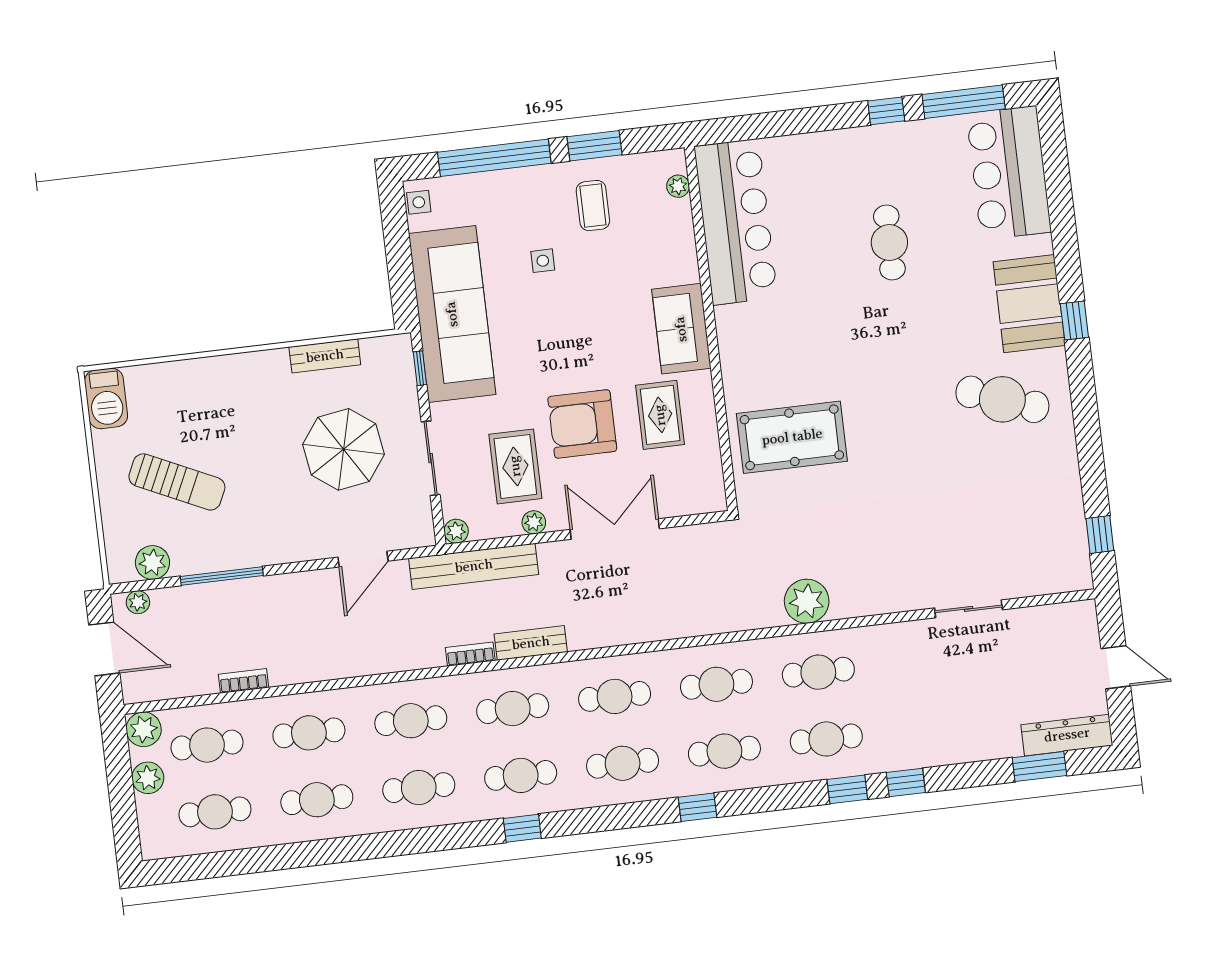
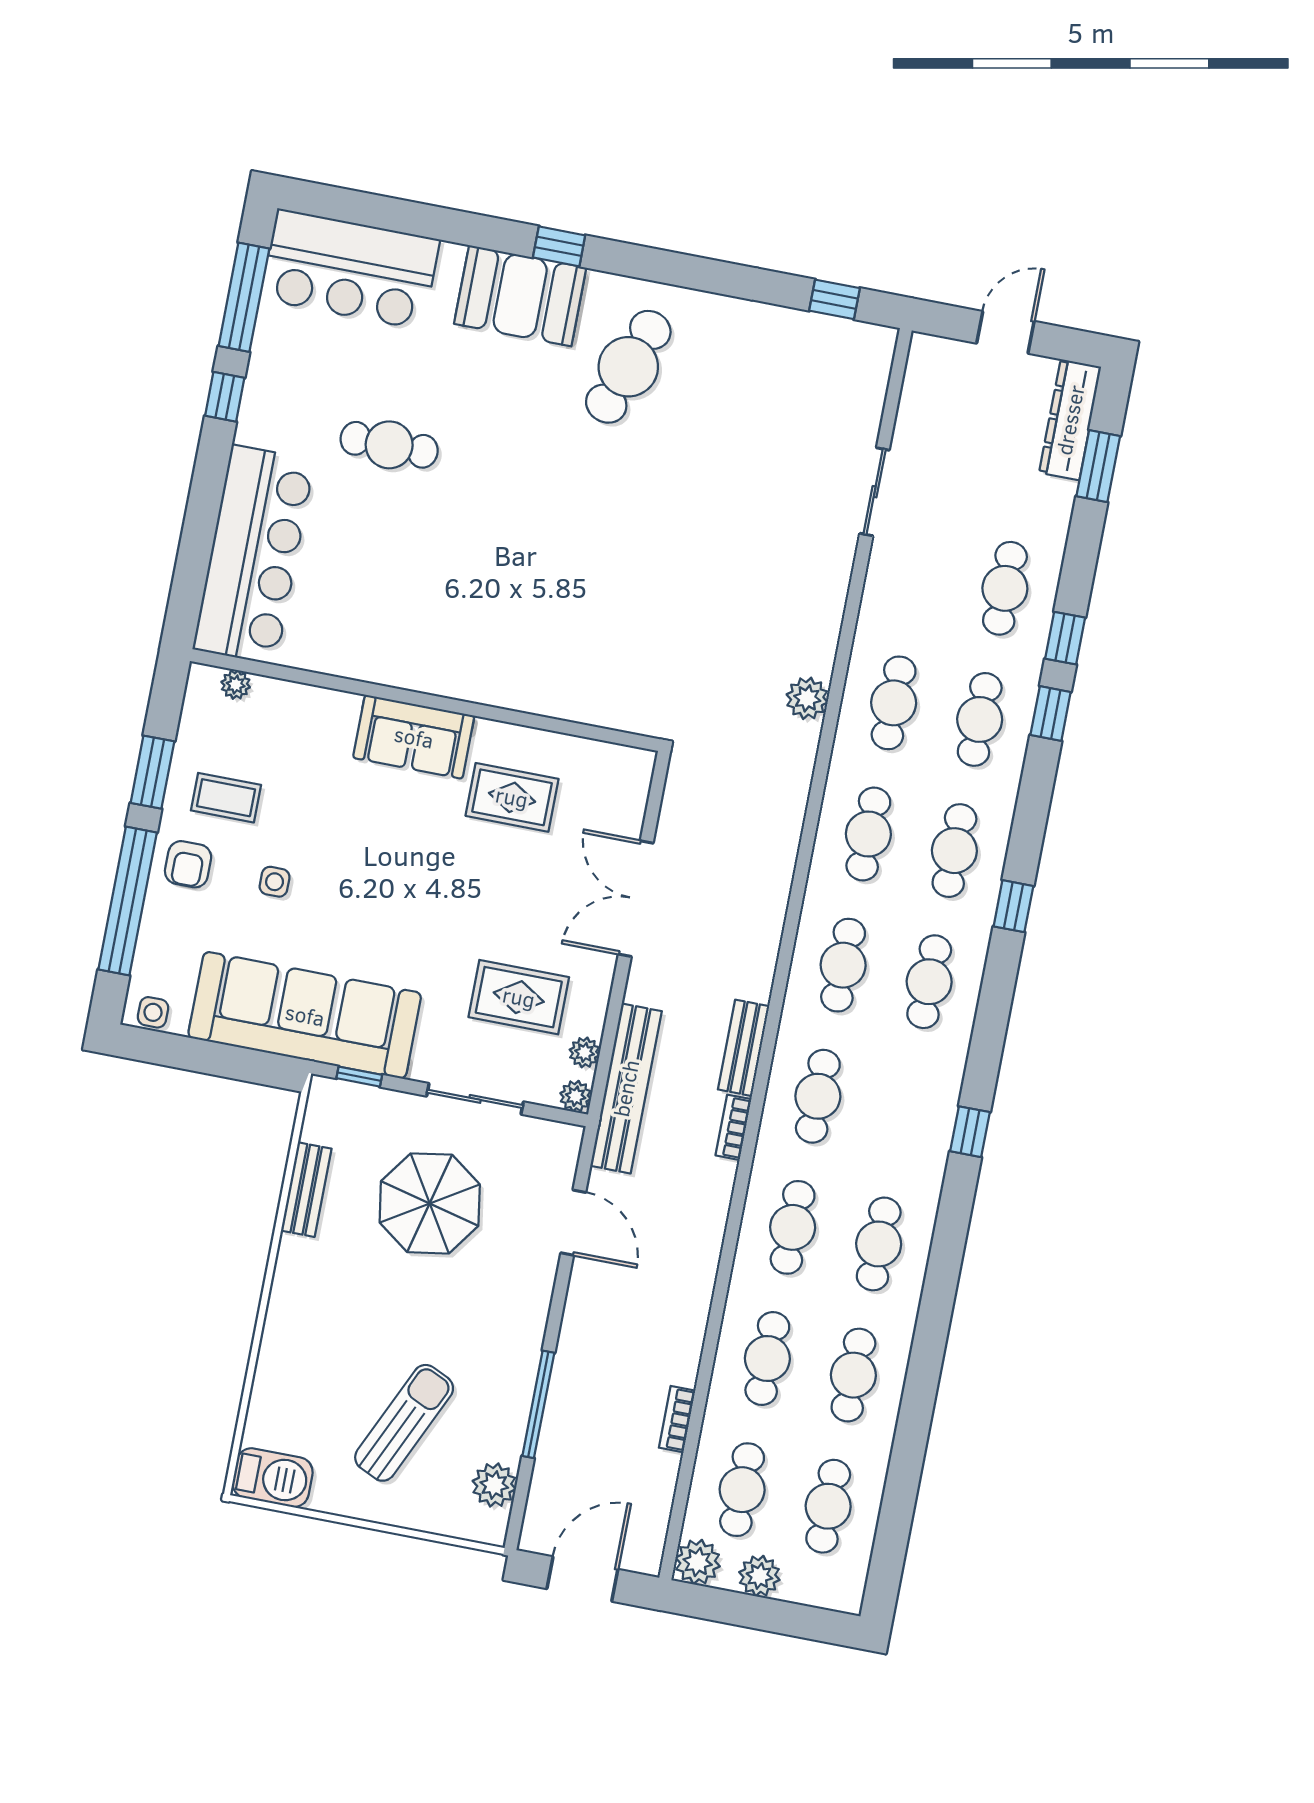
bar counter: (736, 222) -> (254, 555), moved, turned 90
armchair: (582, 424) -> (188, 864), moved, width x0.53, depth x0.53
pool table: (792, 437) -> (592, 643), removed
plant: (534, 522) -> (585, 1052), moved
plant: (807, 601) -> (807, 698), width x0.73, depth x0.73
plant: (138, 602) -> (538, 1519), removed
cafe table: (521, 775) -> (1005, 588), moved

